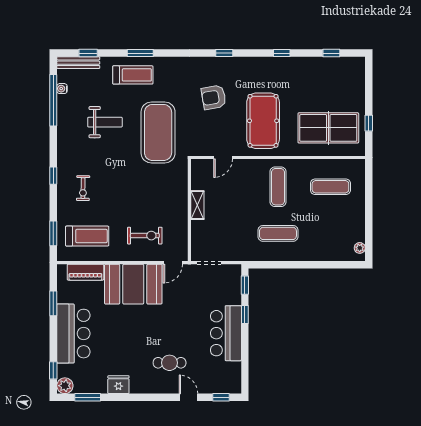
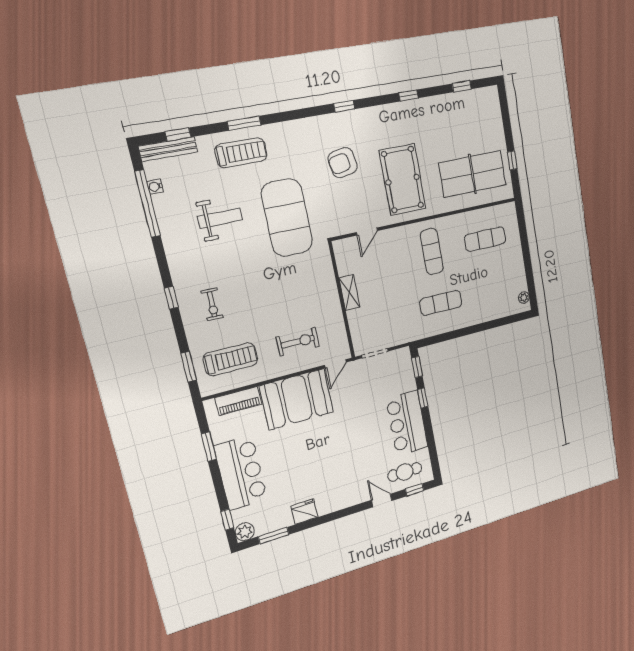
cafe table: (170, 363) -> (405, 472), moved

